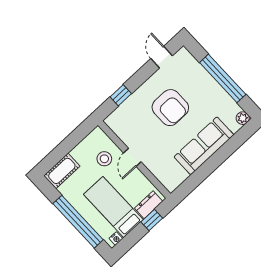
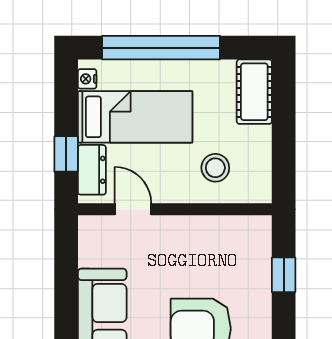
door: (132, 157) -> (133, 209), moved

